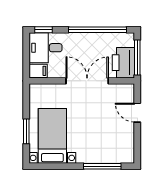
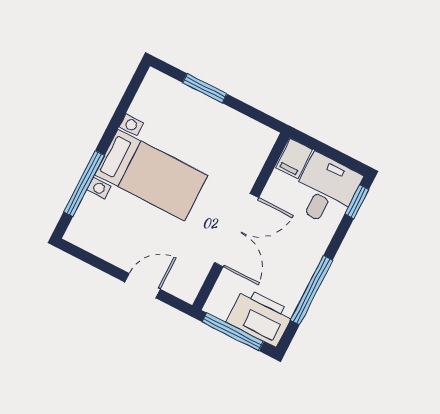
window: (98, 30) -> (312, 290), width x0.68
printer: (123, 63) -> (260, 317), moved
bed with nightstands: (52, 136) -> (151, 175), moved

